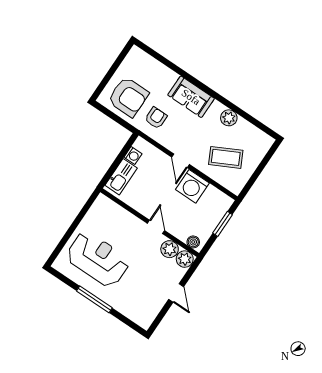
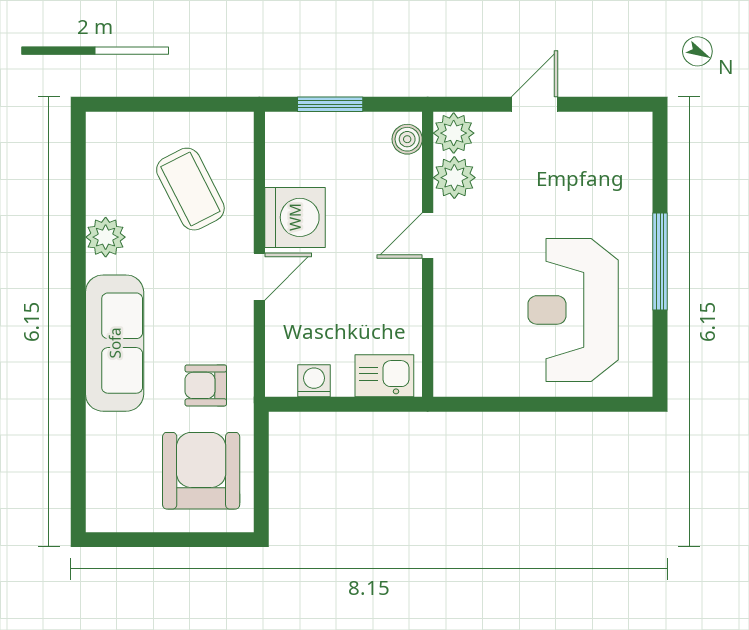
sofa: (191, 97) -> (115, 343), width x1.36
kitchen sink: (121, 177) -> (384, 376), width x0.73

